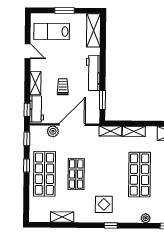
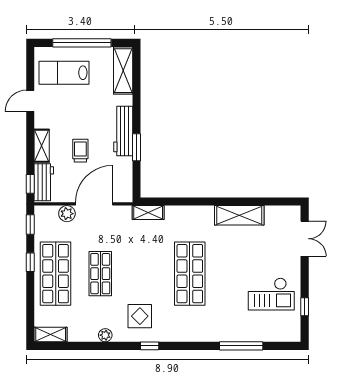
window: (64, 10) -> (82, 43), width x2.11
door: (28, 51) -> (30, 101), swing flipped
window: (102, 100) -> (136, 147), moved
shelving: (134, 131) -> (181, 213), removed
shelving: (62, 217) -> (51, 335), moved
plant: (146, 218) -> (105, 335), moved

